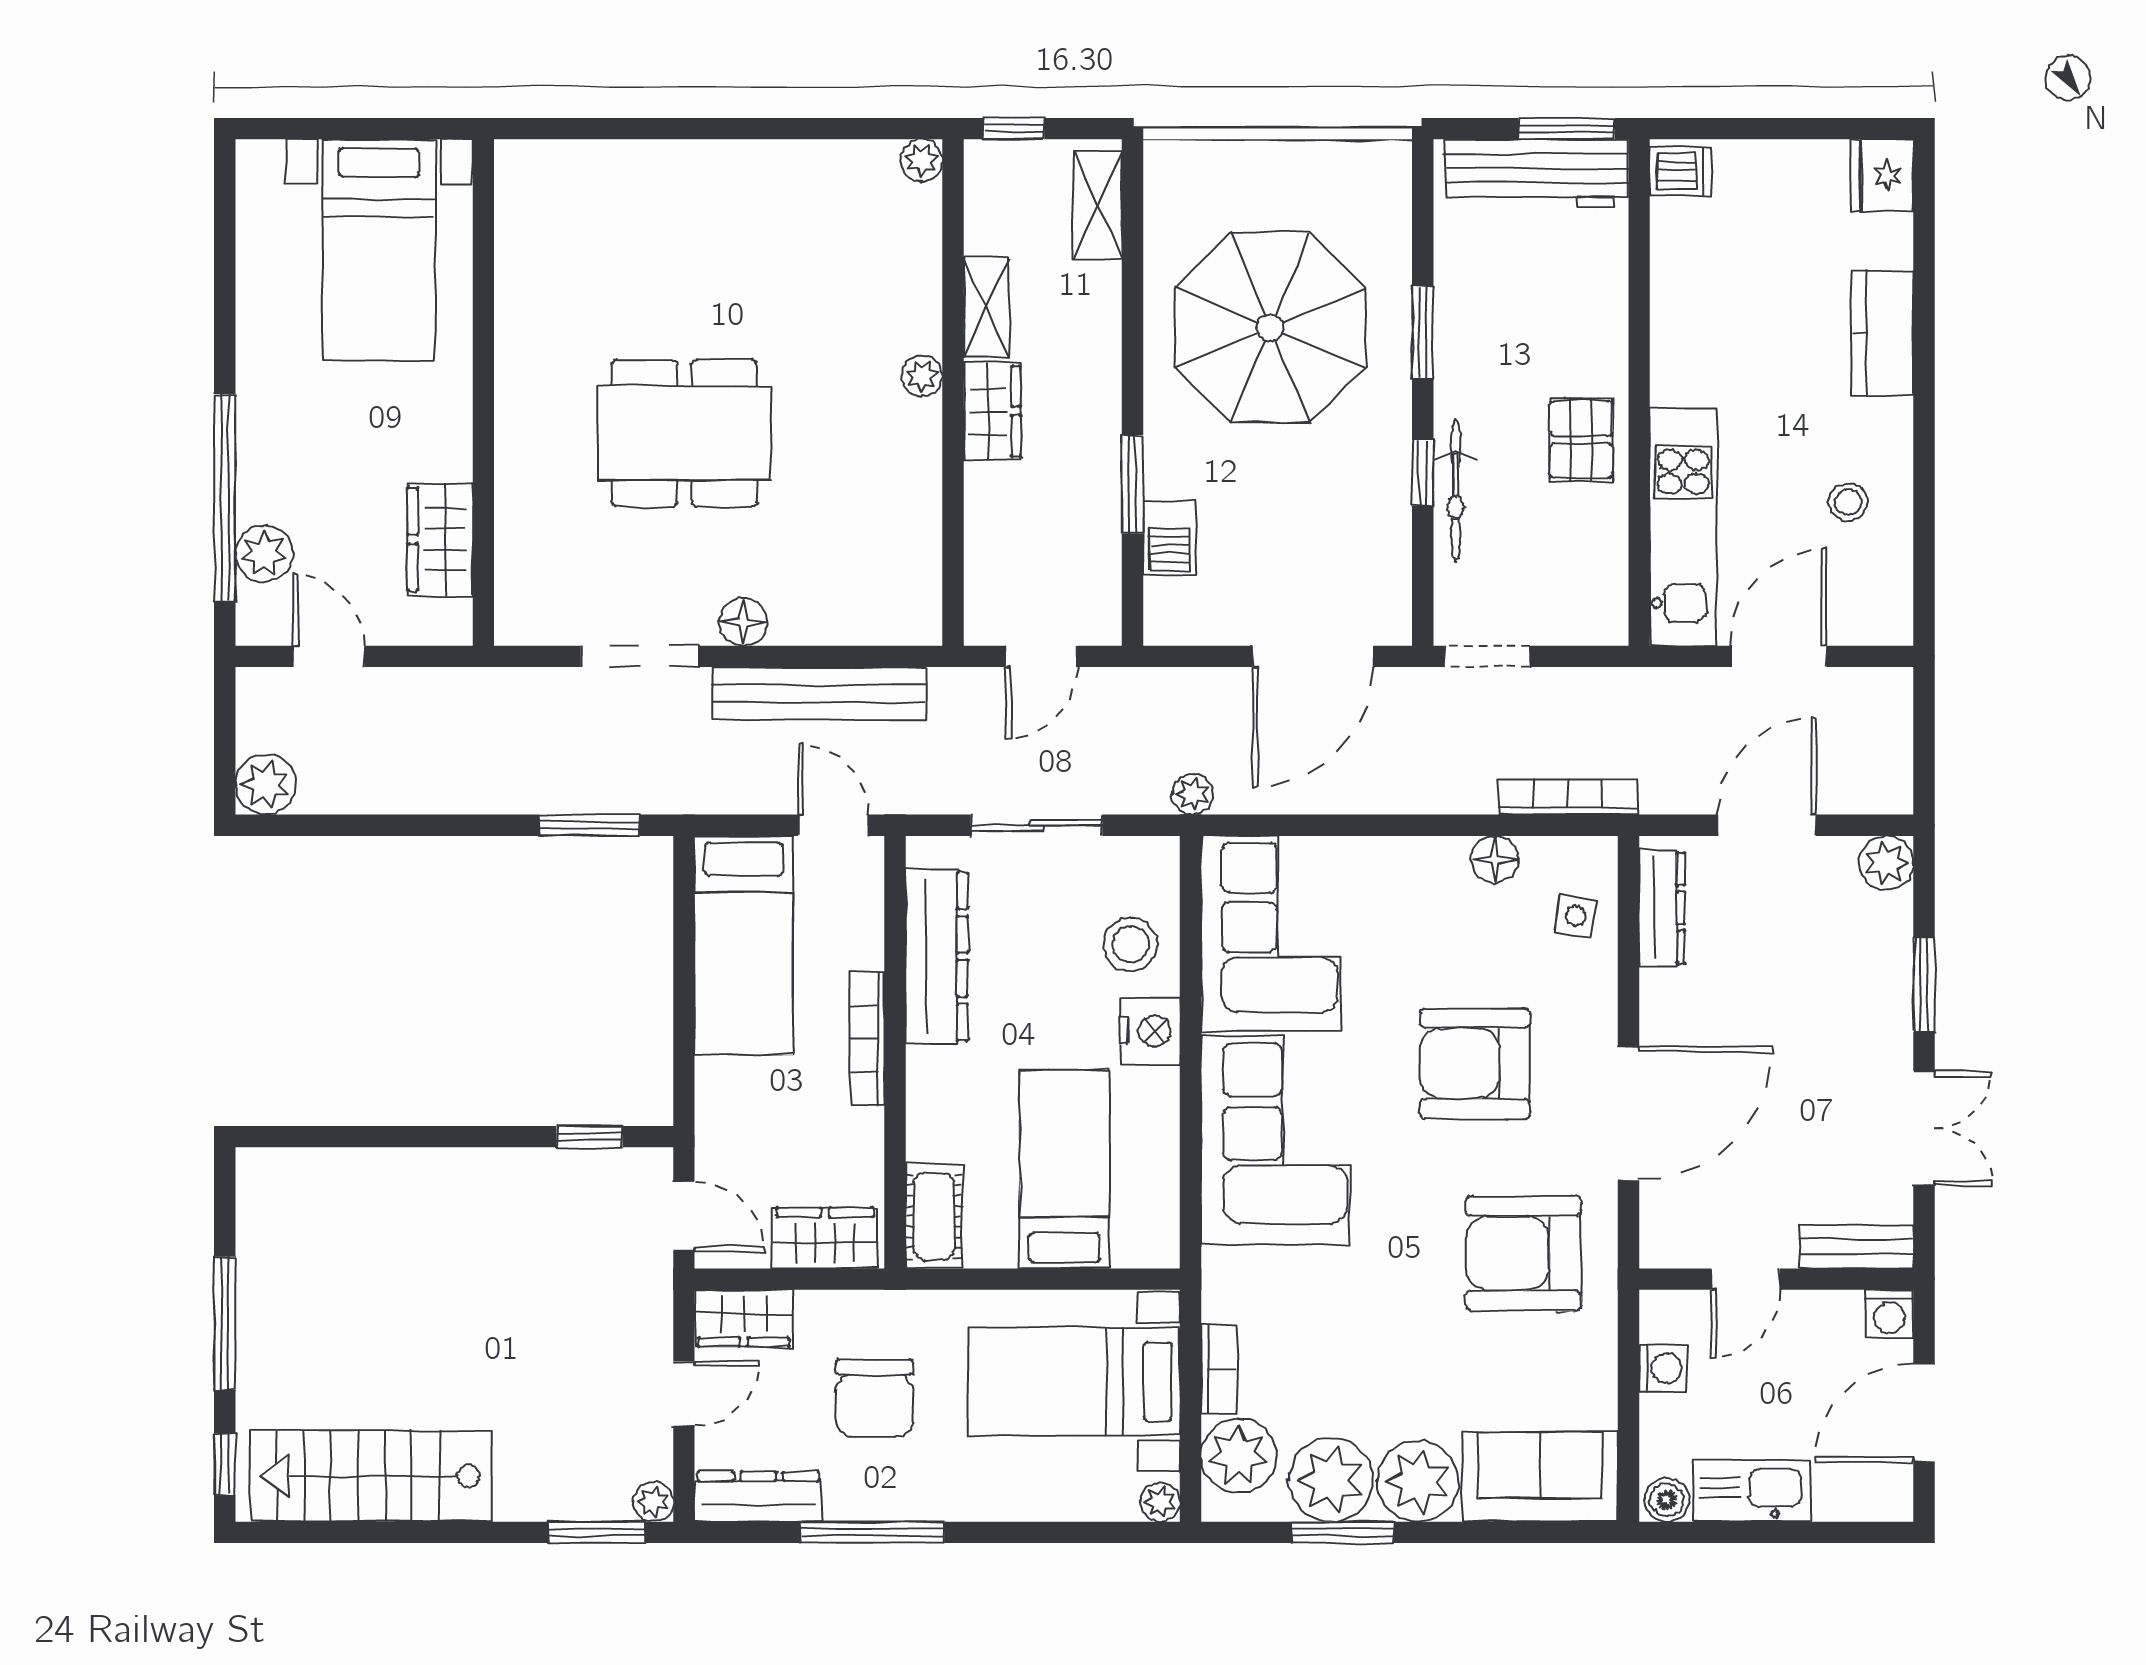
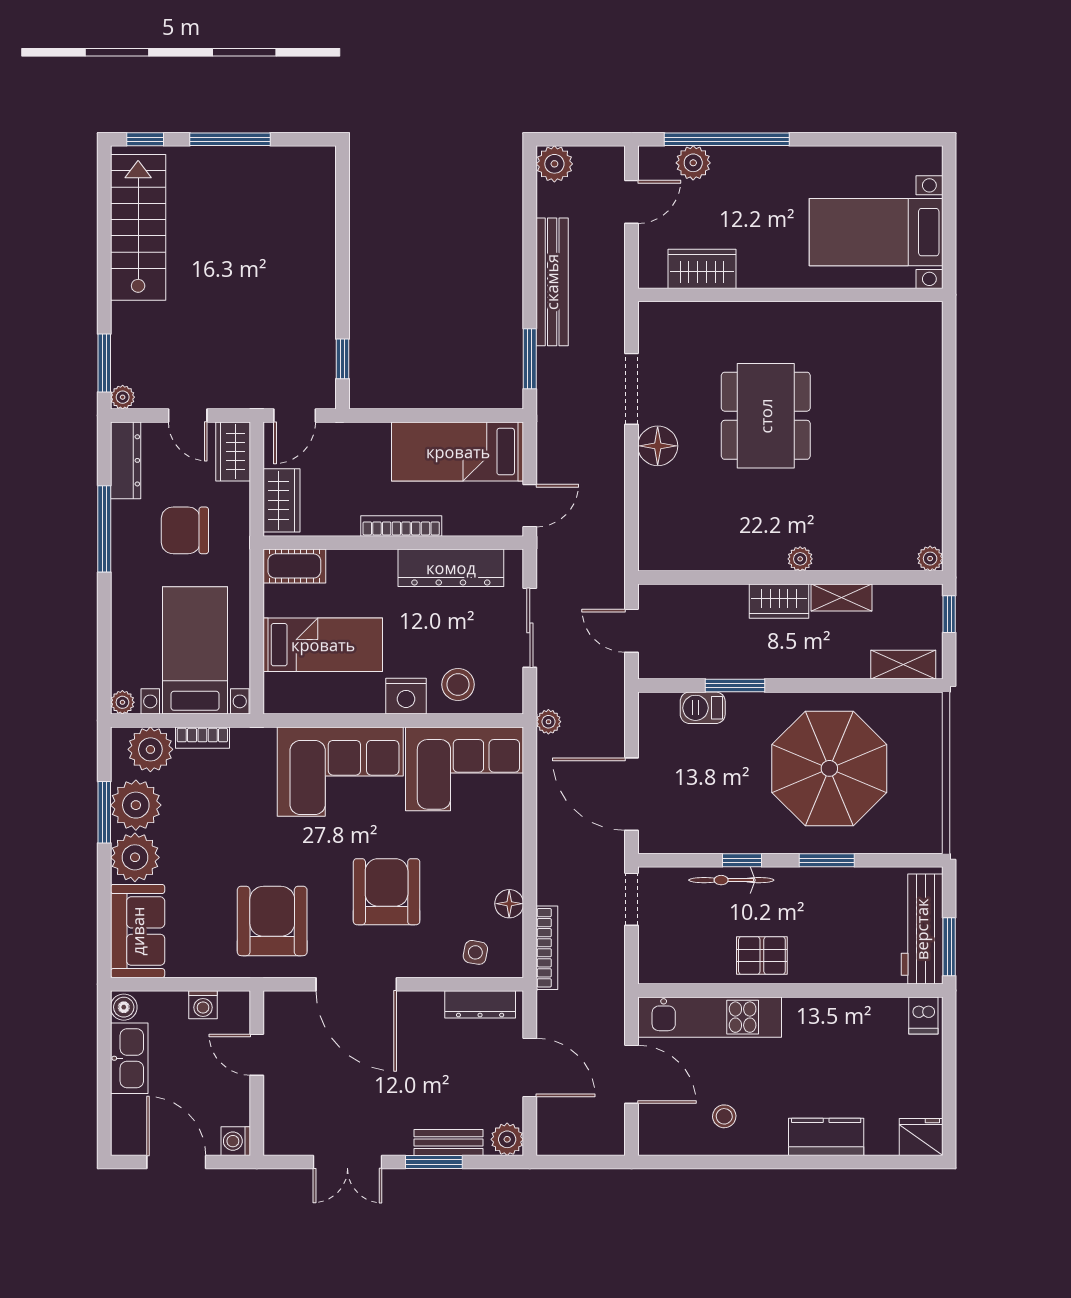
floor lamp: (743, 622) -> (658, 446), width x1.38, depth x1.38
bench: (819, 693) -> (552, 282), moved
bench: (1856, 1247) -> (448, 1143), moved, turned 90

